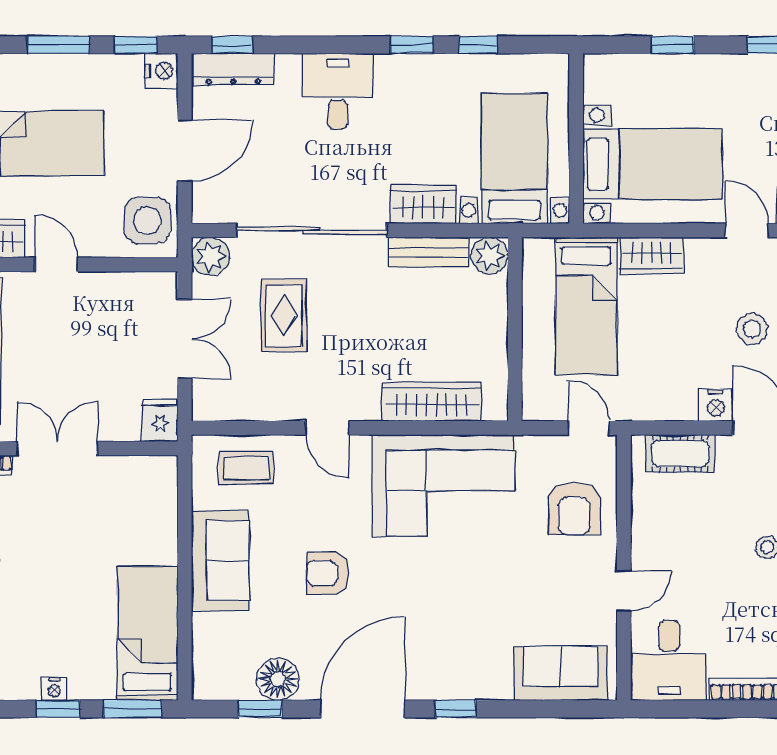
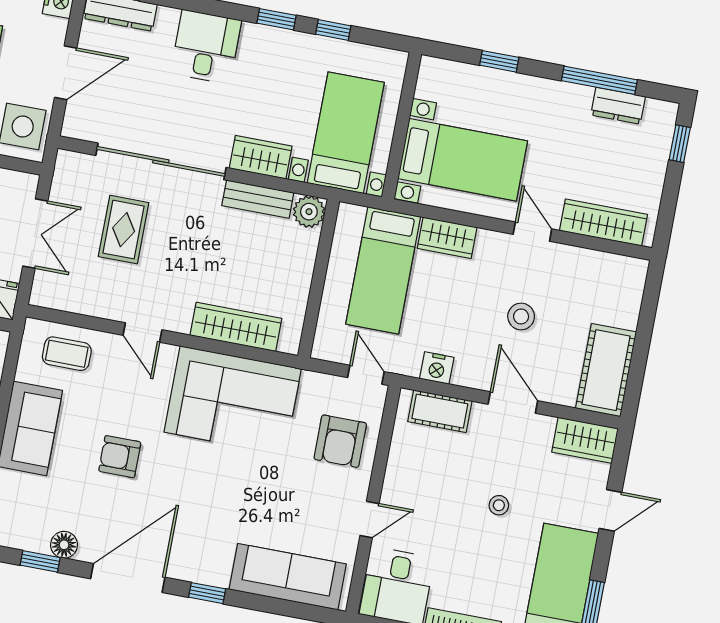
plant: (211, 256) -> (71, 167), removed
nightstand: (716, 405) -> (437, 368), moved
sofa: (561, 673) -> (288, 577), width x1.36
floor lamp: (278, 679) -> (64, 545), width x0.73, depth x0.73

